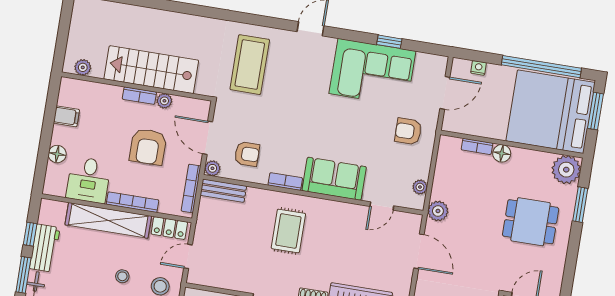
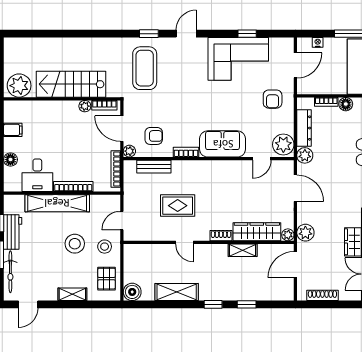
window: (262, 21) -> (149, 34), added
plant: (83, 67) -> (19, 86), width x1.87, depth x1.87
bookcase: (139, 96) -> (104, 105), moved
armchair: (408, 131) -> (273, 99), turned -90
armchair: (148, 147) -> (78, 143), removed
dresser: (443, 175) -> (304, 128), added
plant: (420, 187) -> (283, 145), width x1.87, depth x1.87
bench: (223, 191) -> (154, 167), moved
locker: (169, 228) -> (104, 201), removed
rug: (288, 231) -> (178, 206), moved, turned 90
stool: (122, 276) -> (75, 244), width x1.89, depth x1.89

